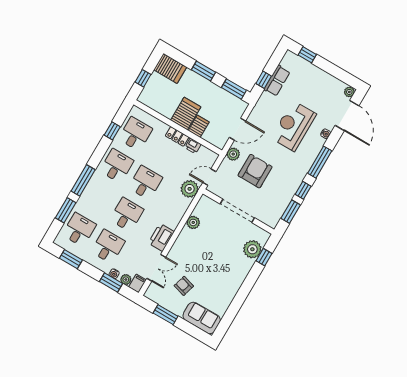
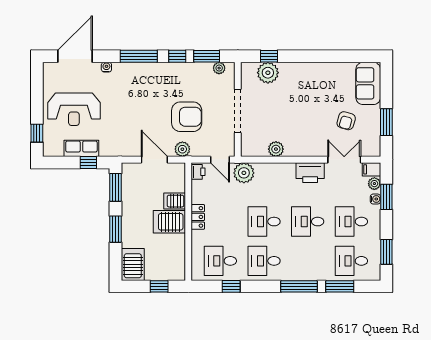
plant: (349, 92) -> (219, 68), moved
reception desk: (294, 126) -> (74, 109), moved
printer: (193, 146) -> (198, 172), moved
armchair: (255, 171) -> (187, 117), turned 180

